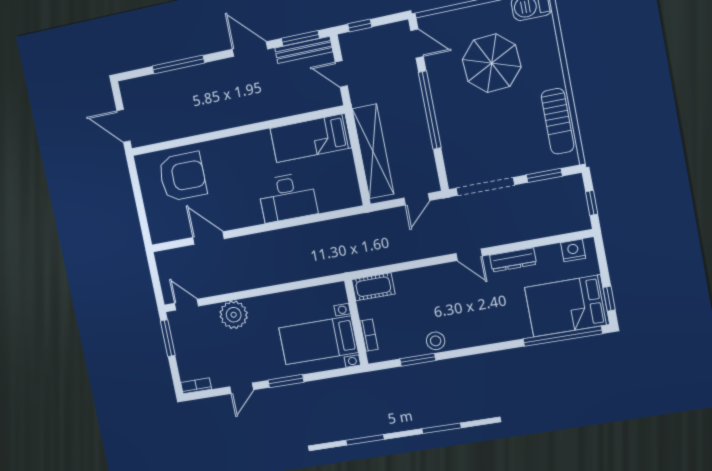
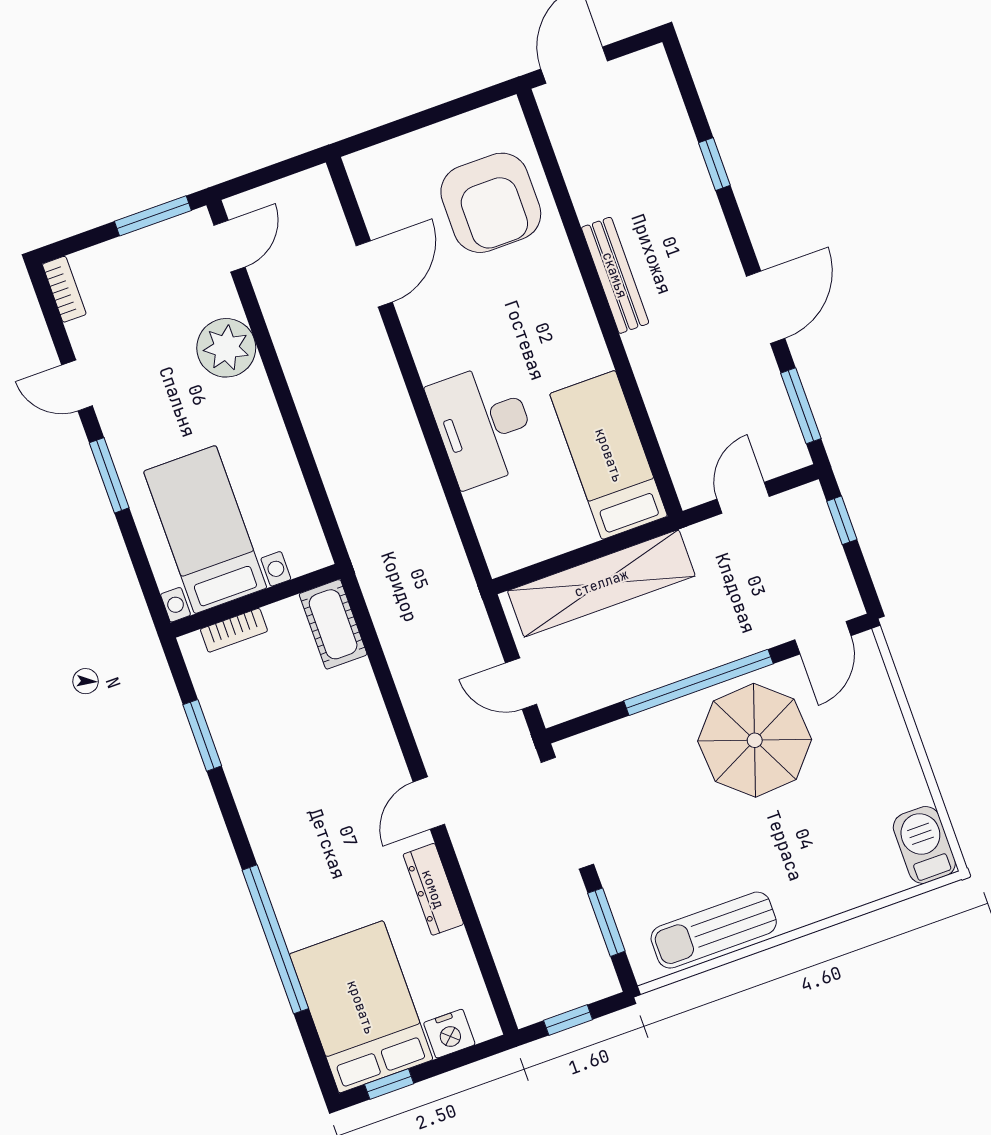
bench: (304, 50) -> (615, 275), moved
parasol: (492, 63) -> (755, 740), moved
window: (178, 64) -> (714, 164), width x0.46
nightstand: (573, 250) -> (449, 1034), moved, turned 90
window: (563, 336) -> (275, 939), moved
stool: (436, 341) -> (247, 764), removed

